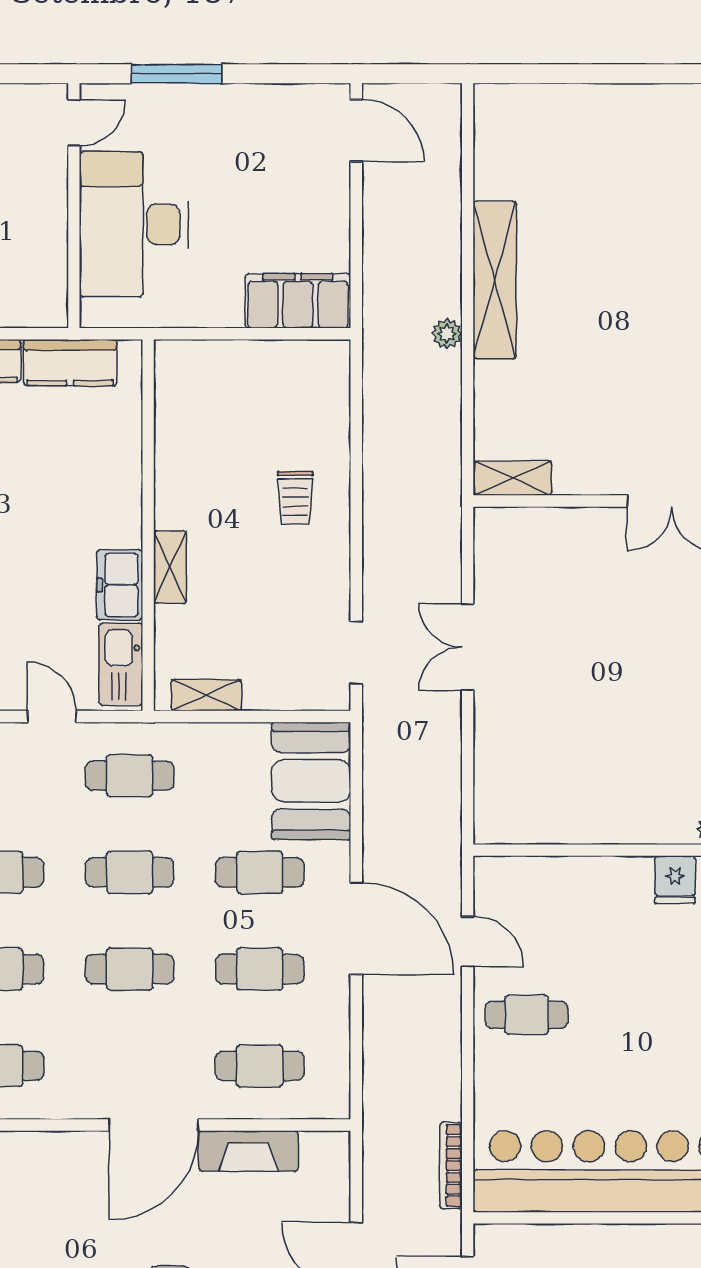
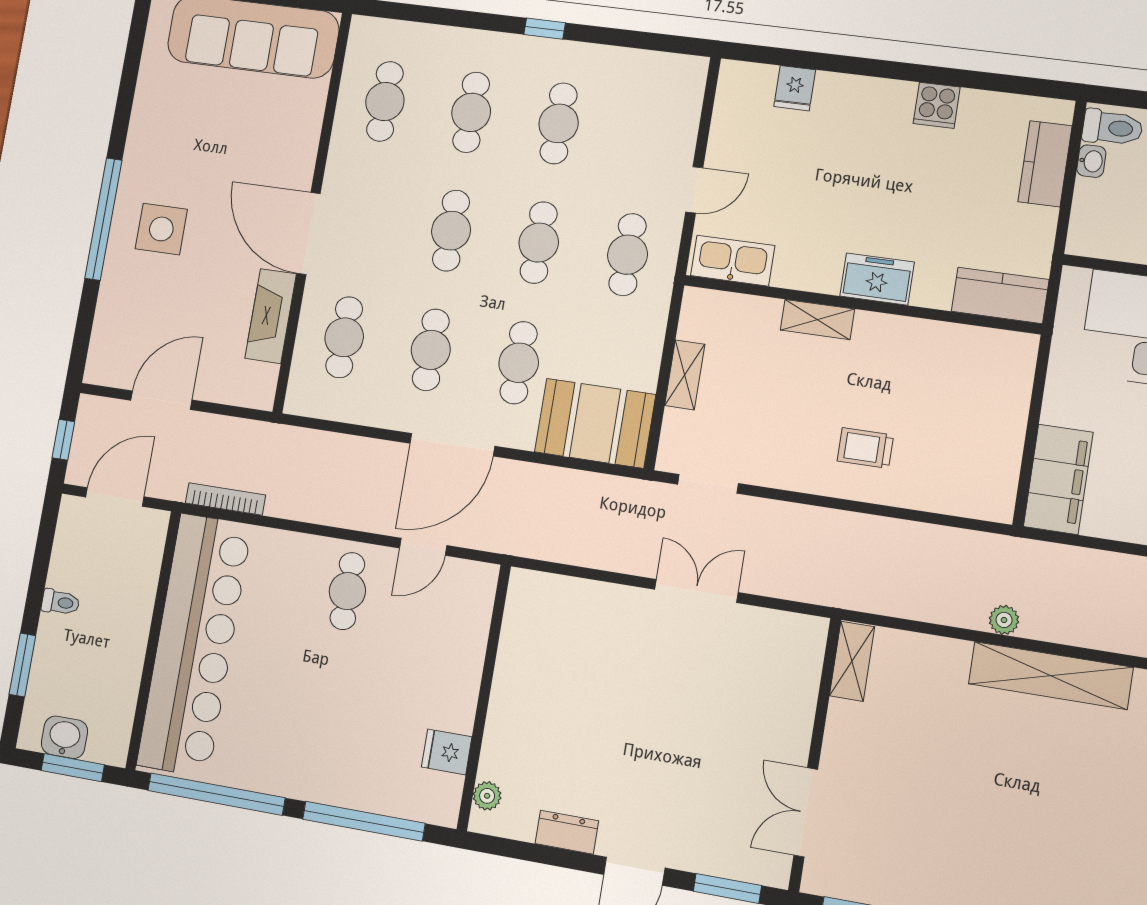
kitchen counter: (70, 363) -> (1000, 295), moved, turned 90
freezer: (120, 585) -> (877, 279), moved
shelving: (206, 695) -> (685, 375), moved

